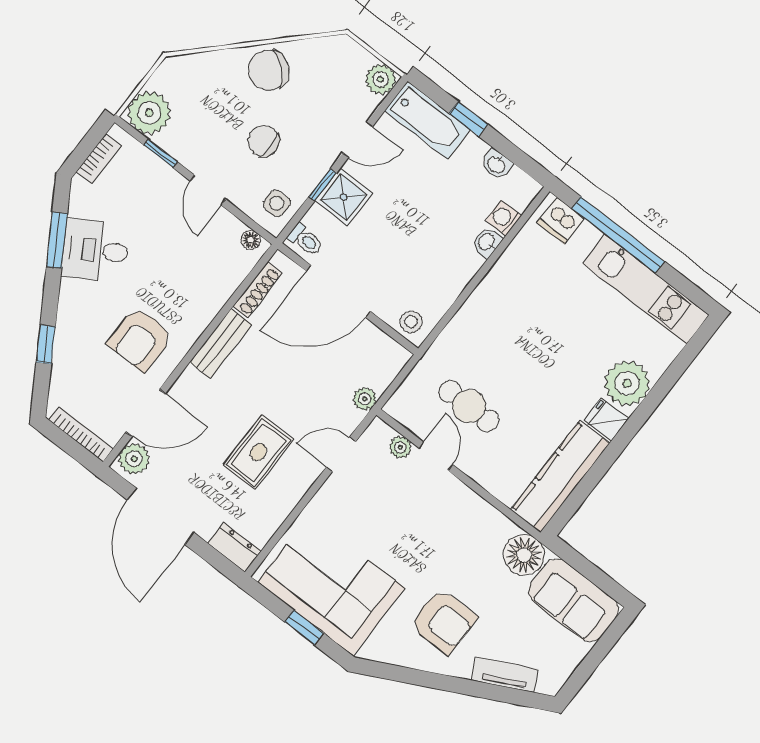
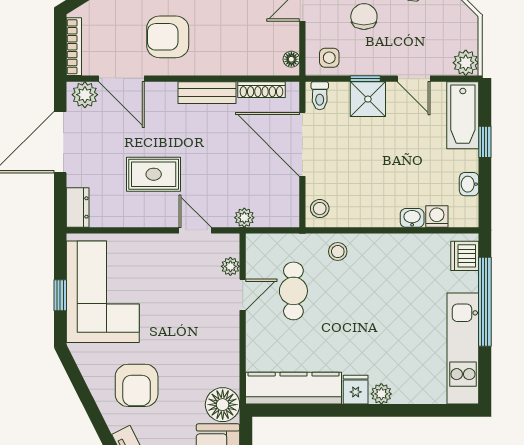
stool: (464, 336) -> (338, 252), added
plant: (627, 383) -> (381, 394), width x0.53, depth x0.53

